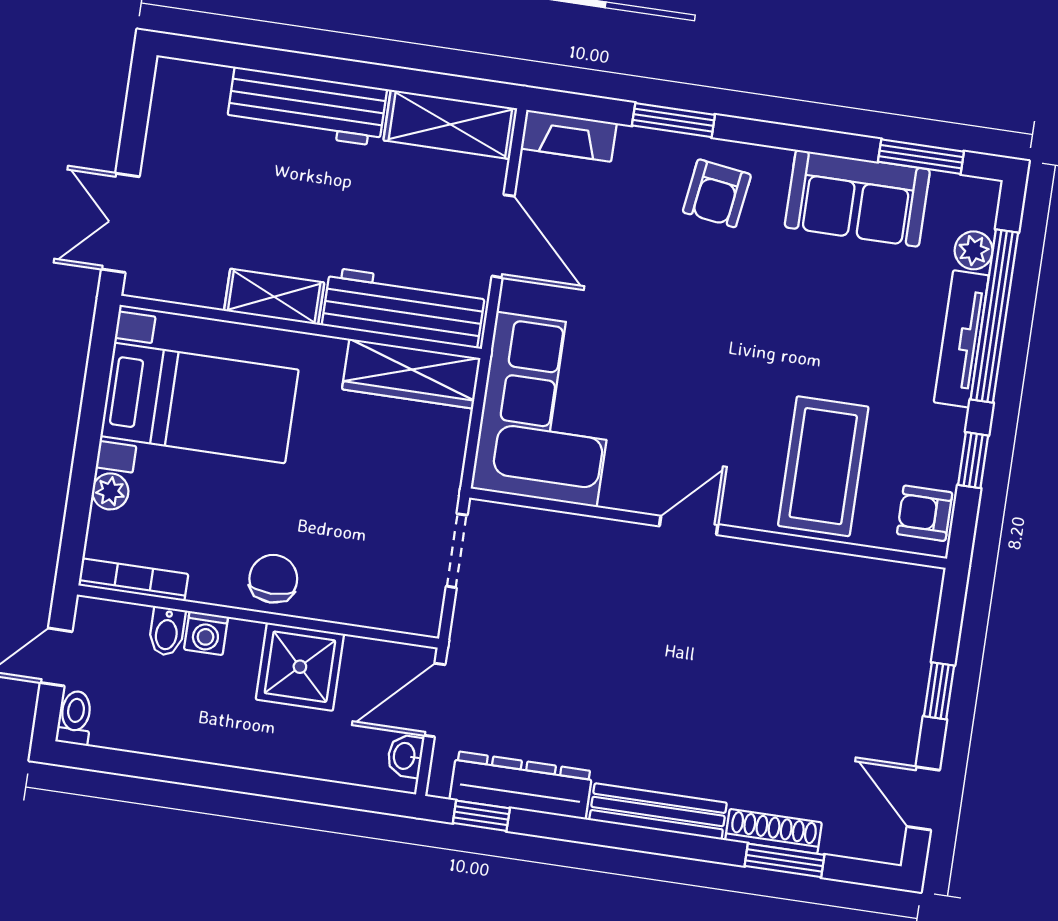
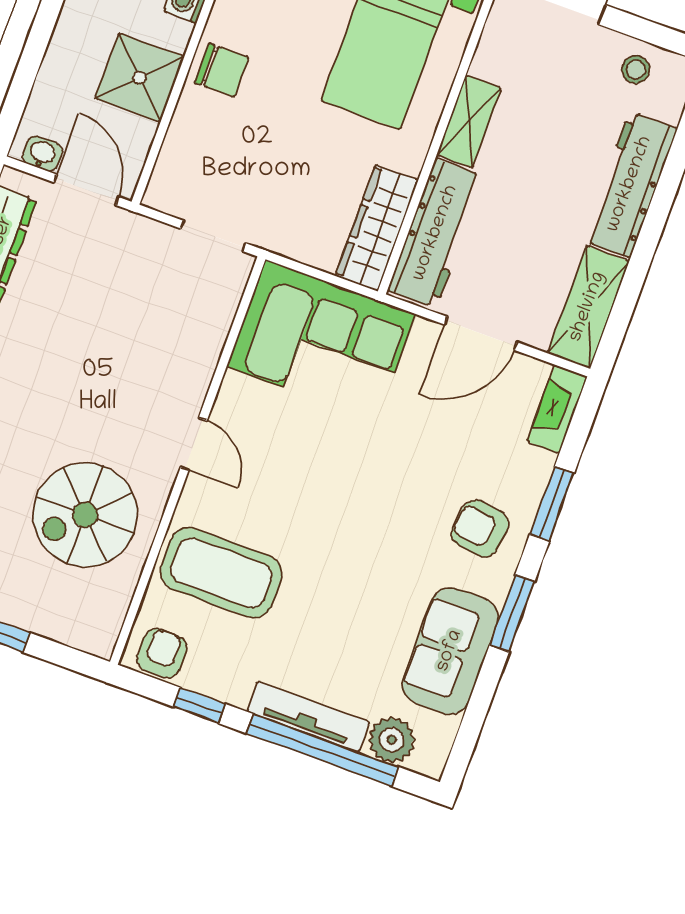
stool: (180, 126) -> (636, 69), added
window: (921, 157) -> (512, 613), moved
plant: (974, 250) -> (392, 740), width x1.38, depth x1.38
spiral stairs: (790, 628) -> (85, 515), added

